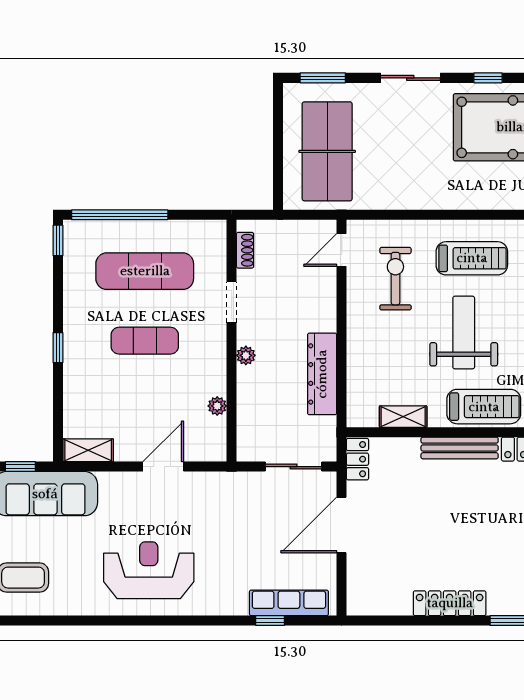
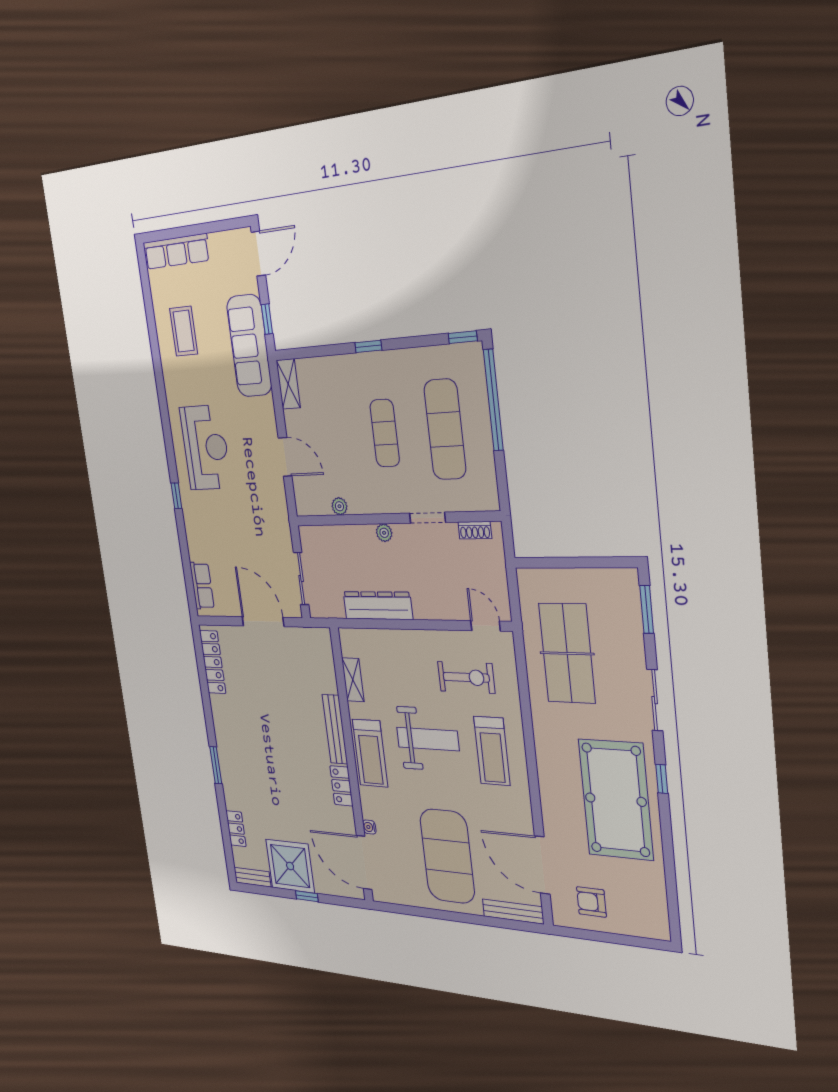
table tennis table: (327, 151) -> (567, 653), moved, turned 90
locker: (357, 459) -> (314, 637), removed
row of seats: (289, 603) -> (202, 586), width x0.68
locker: (450, 603) -> (213, 662), moved
window: (270, 621) -> (176, 496), moved

